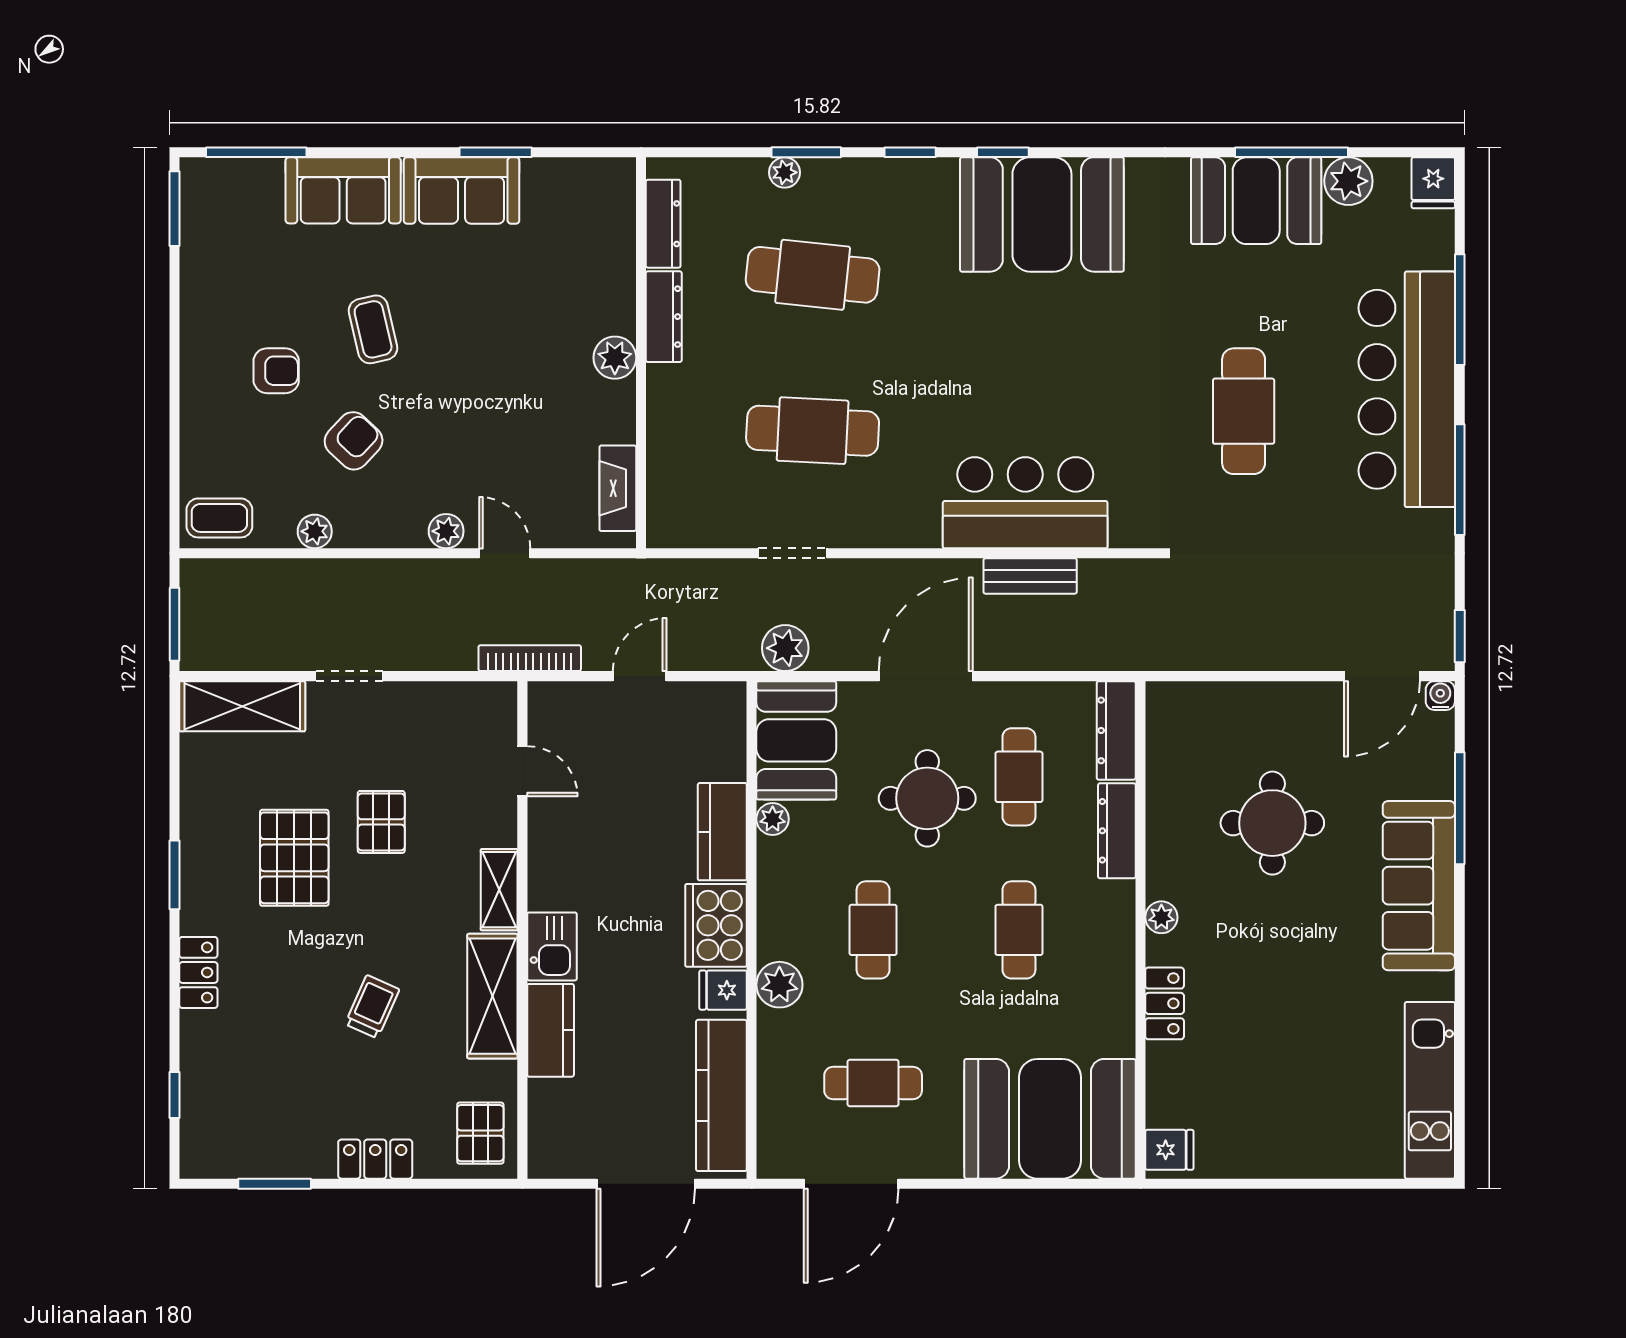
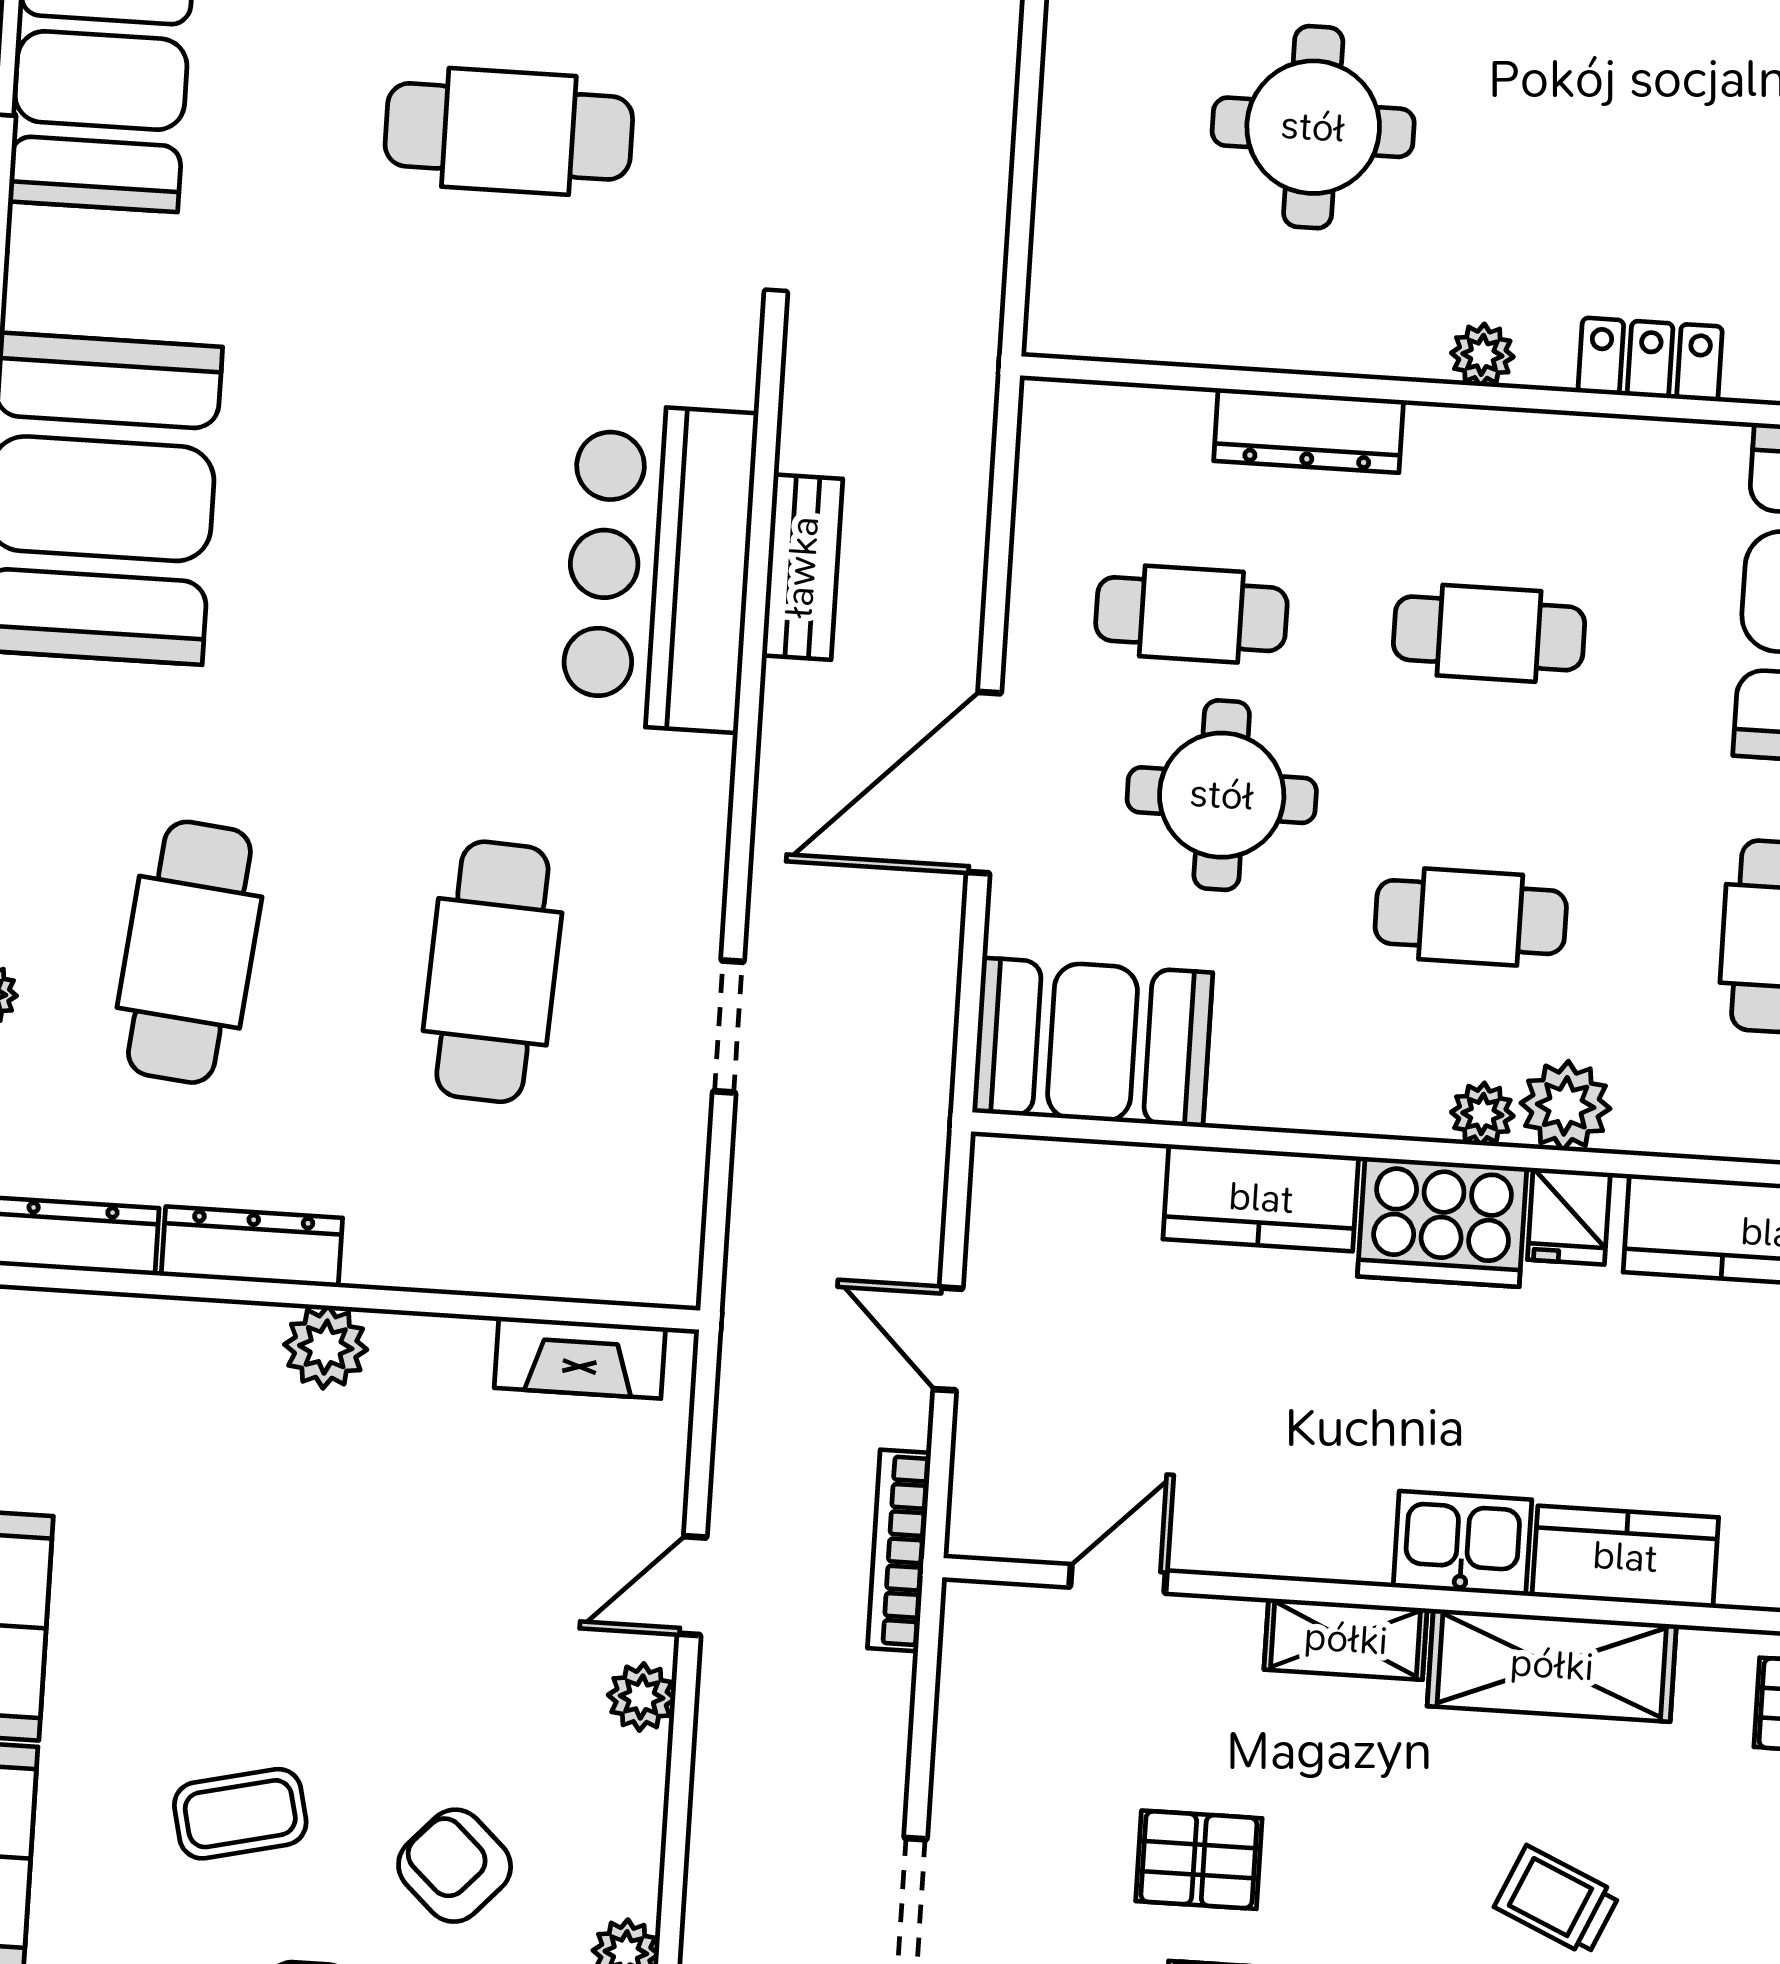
plant: (785, 648) -> (912, 1052), removed
door: (926, 676) -> (984, 783), hinge flipped
dresser: (1116, 730) -> (1113, 419), removed
plant: (773, 819) -> (1482, 1114), moved

